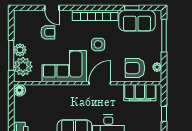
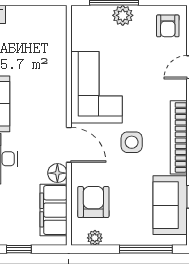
armchair: (48, 32) -> (168, 26), moved
plant: (23, 67) -> (96, 20), removed
floor lamp: (19, 90) -> (57, 173), moved

